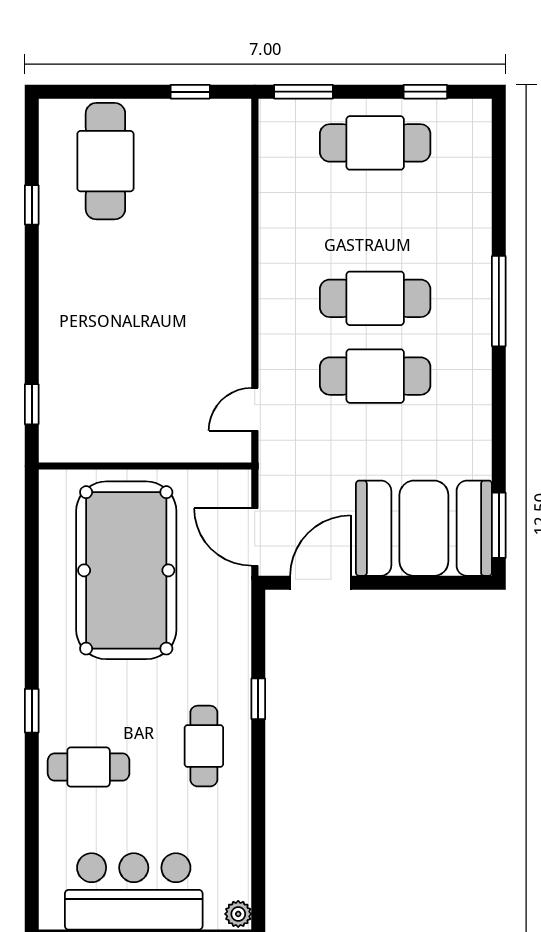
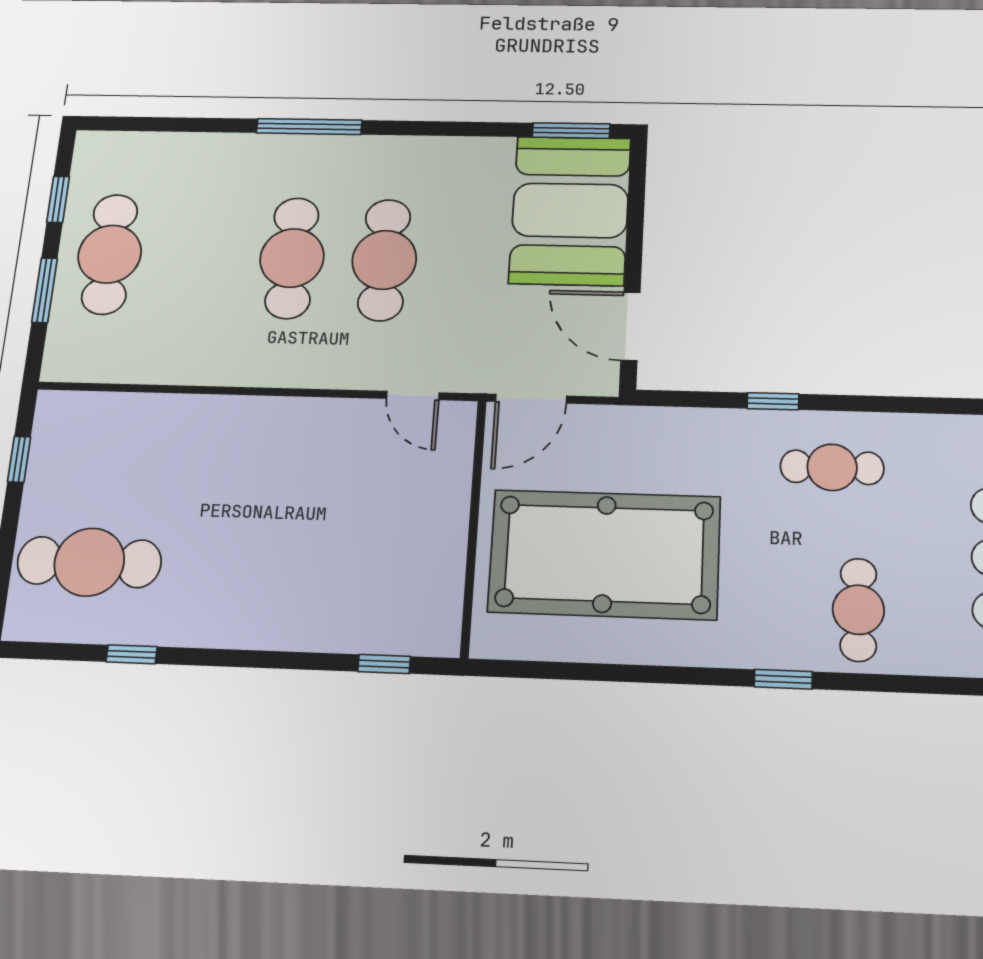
window: (303, 92) -> (44, 290), moved
door: (255, 537) -> (531, 399), moved

